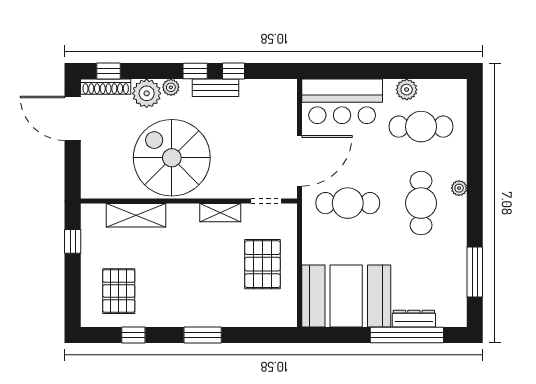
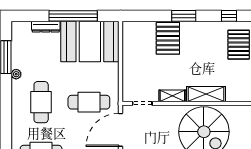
plant: (459, 188) -> (16, 74), moved
shelving: (136, 215) -> (206, 94), moved
pallet: (263, 264) -> (168, 38), moved
window: (407, 335) -> (73, 16), moved

